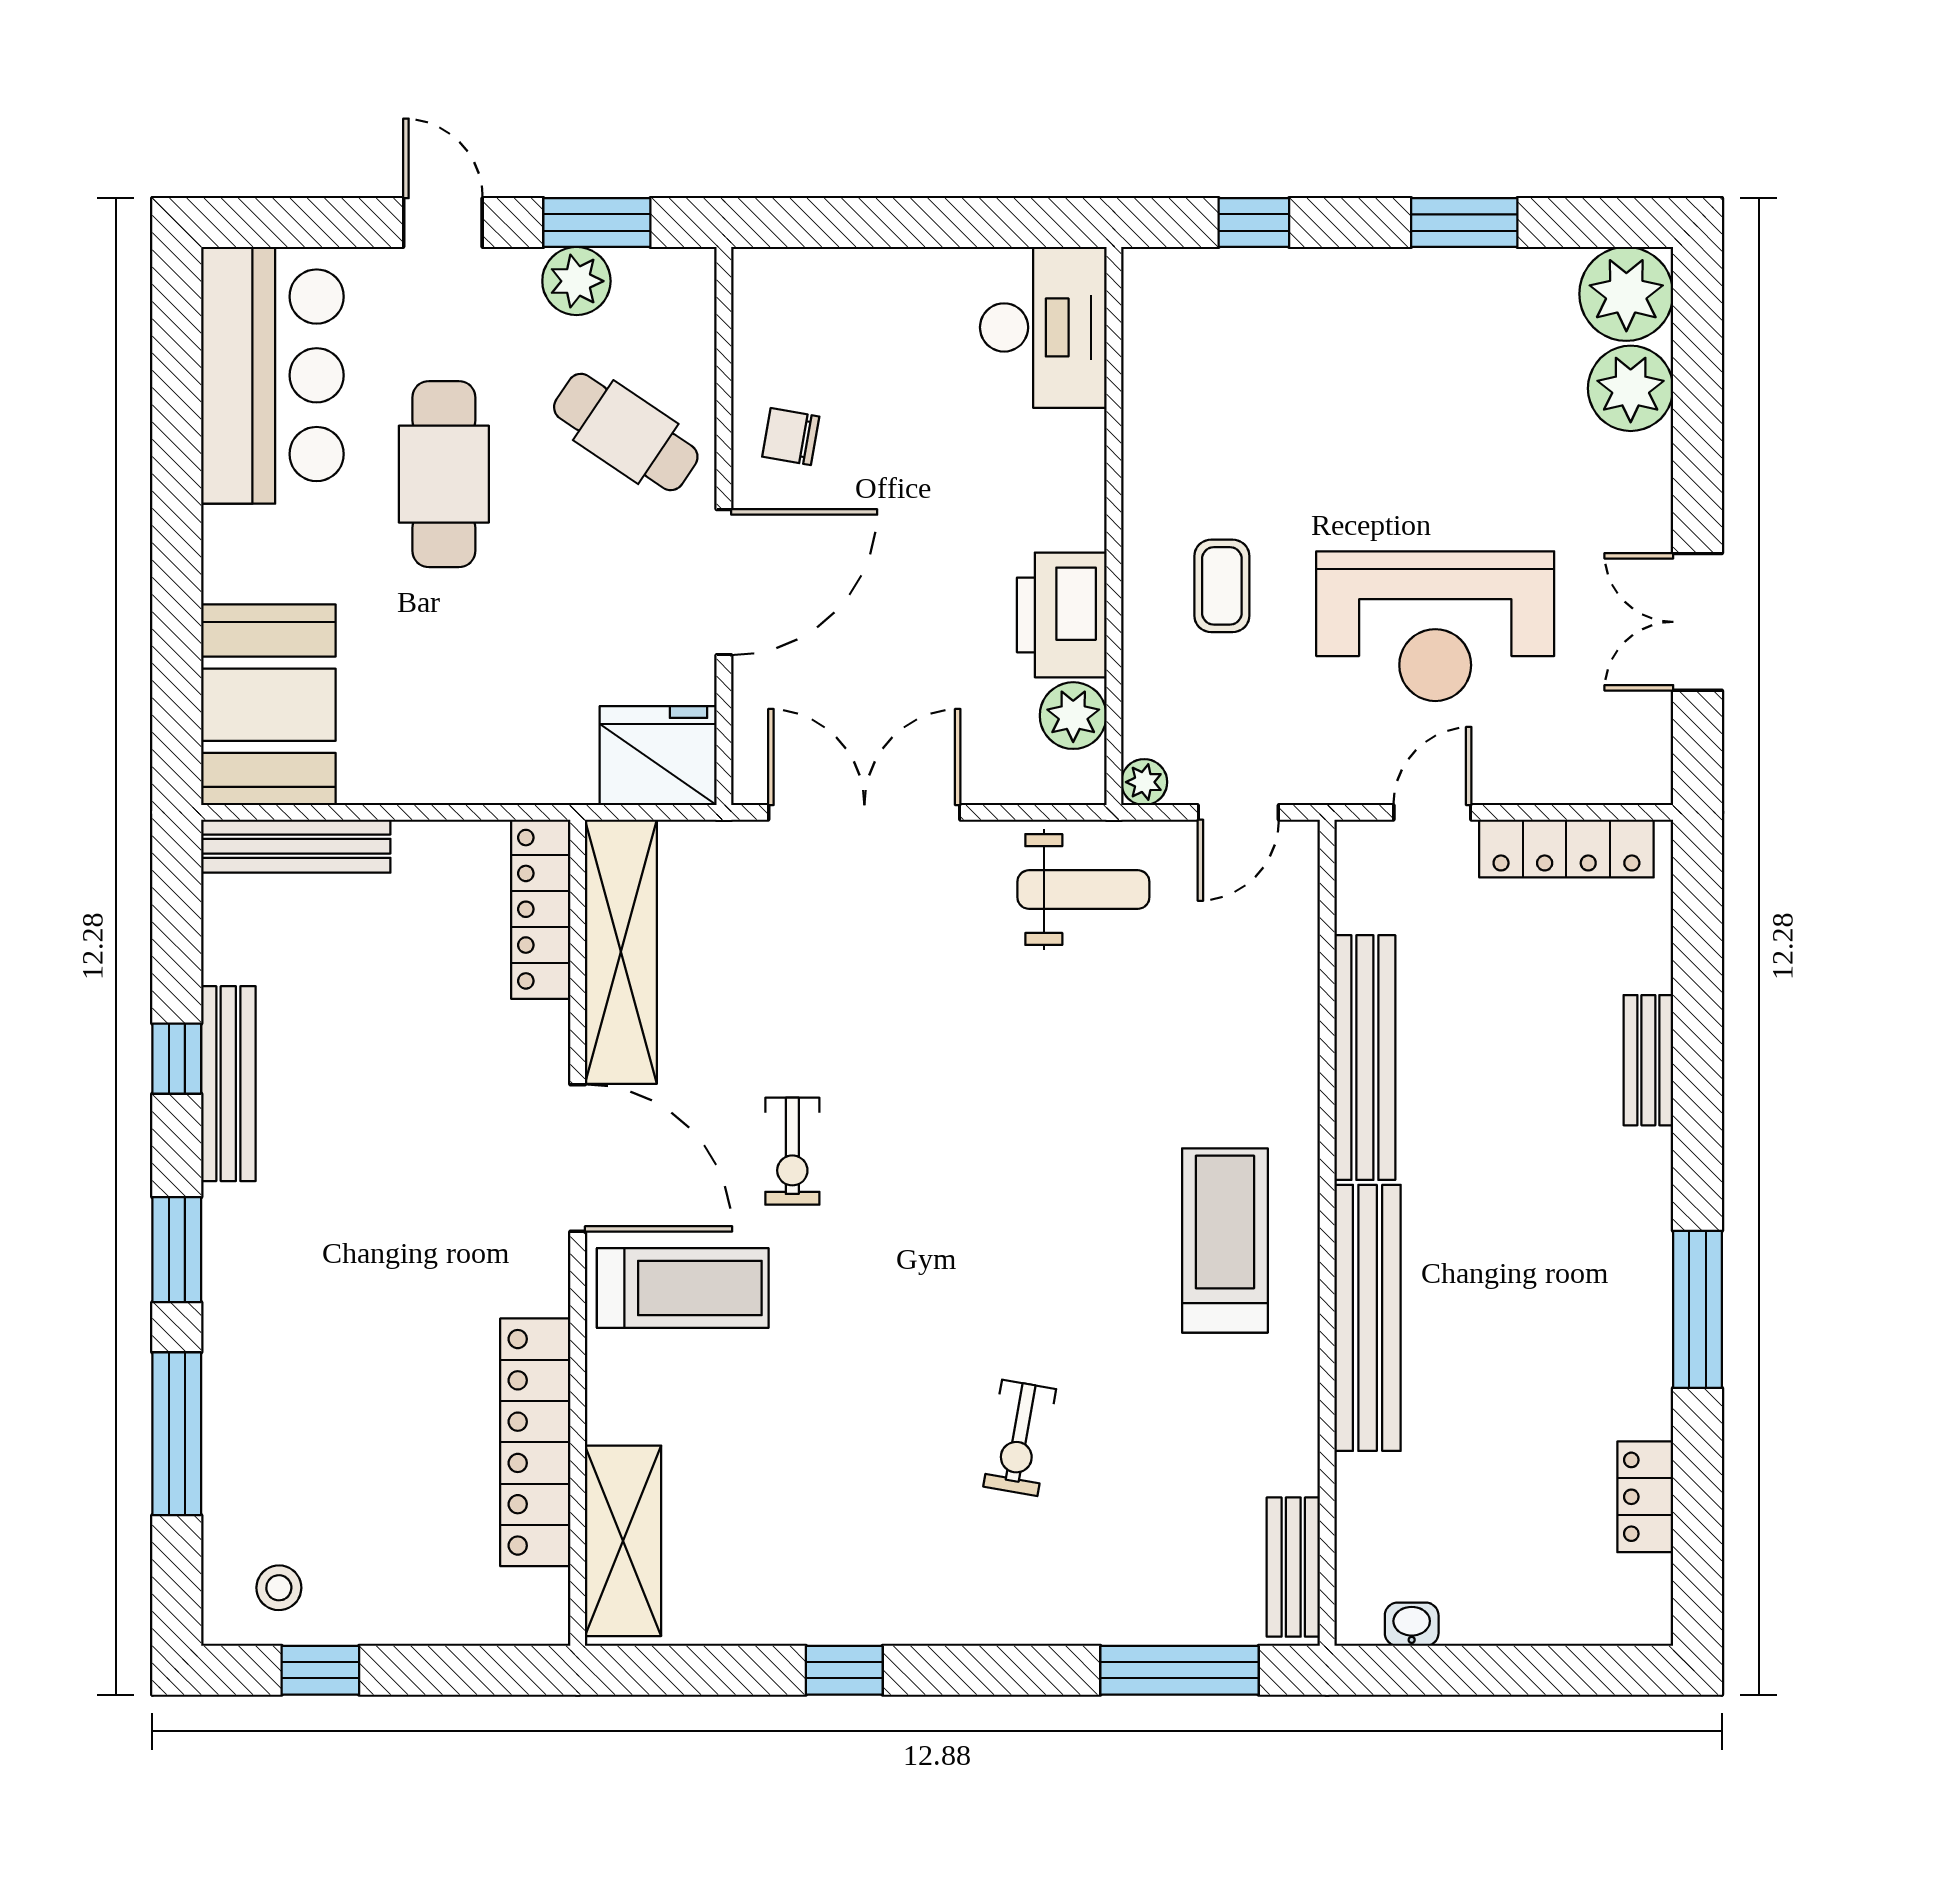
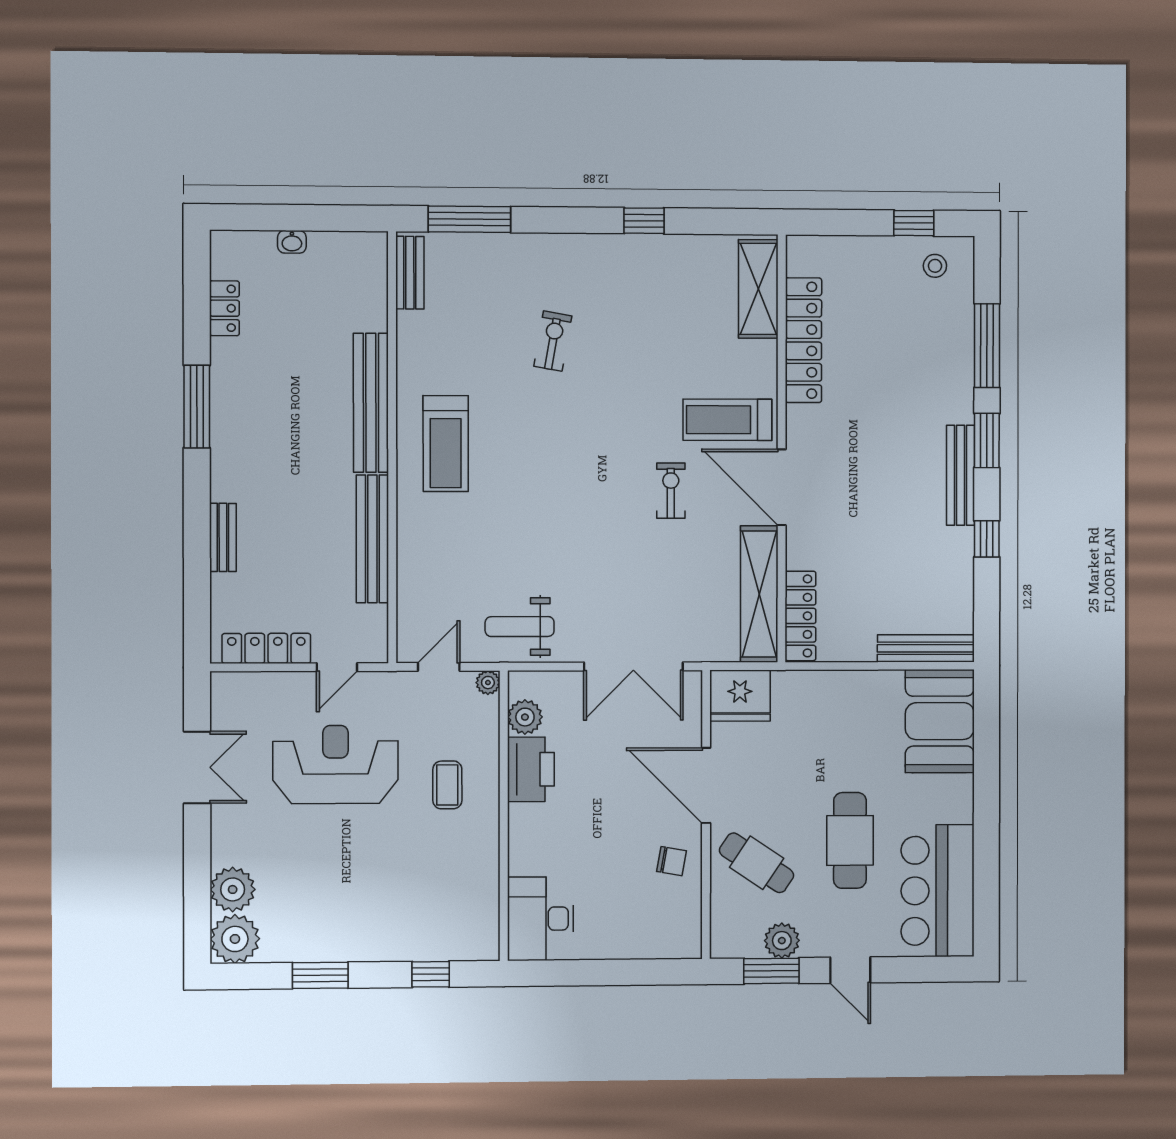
door: (724, 582) -> (706, 785), hinge flipped
bench: (228, 1084) -> (960, 475), moved
washbasin: (1412, 1624) -> (292, 242), moved

